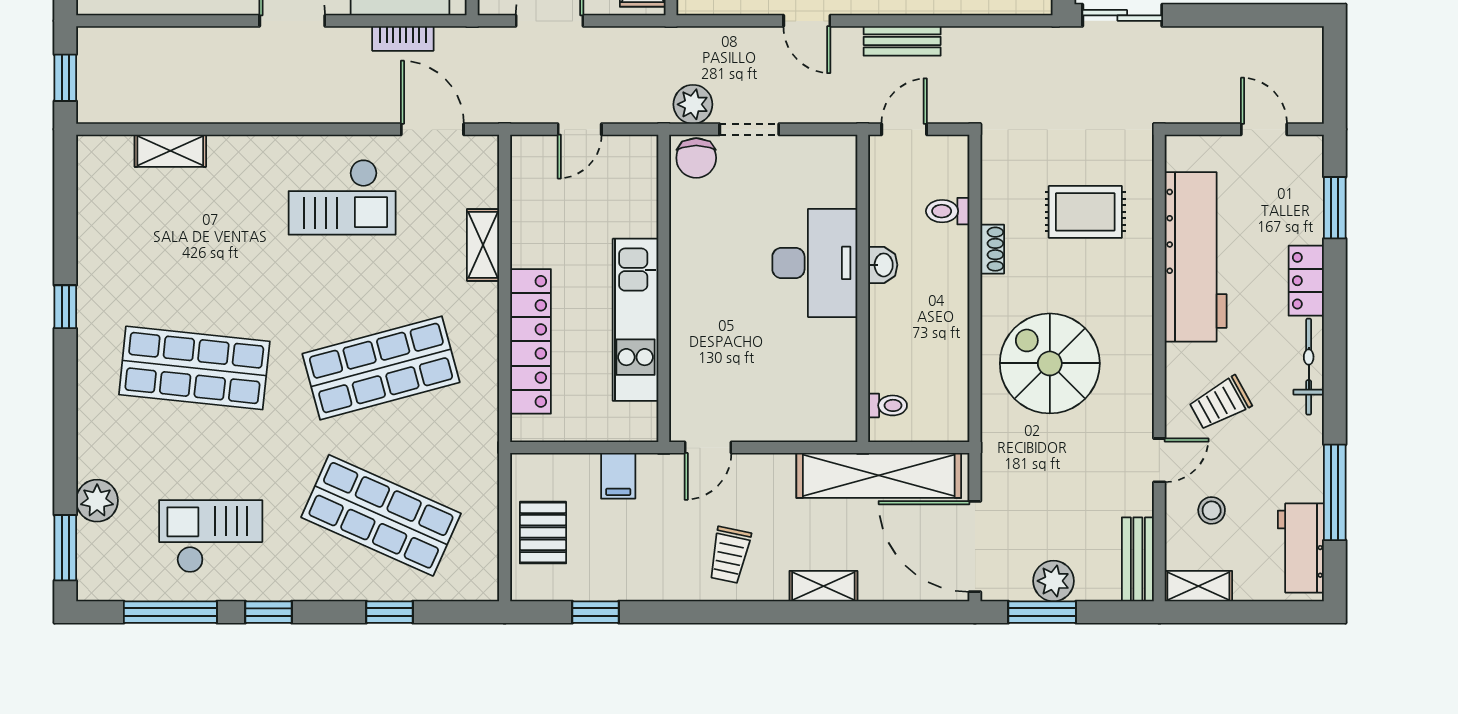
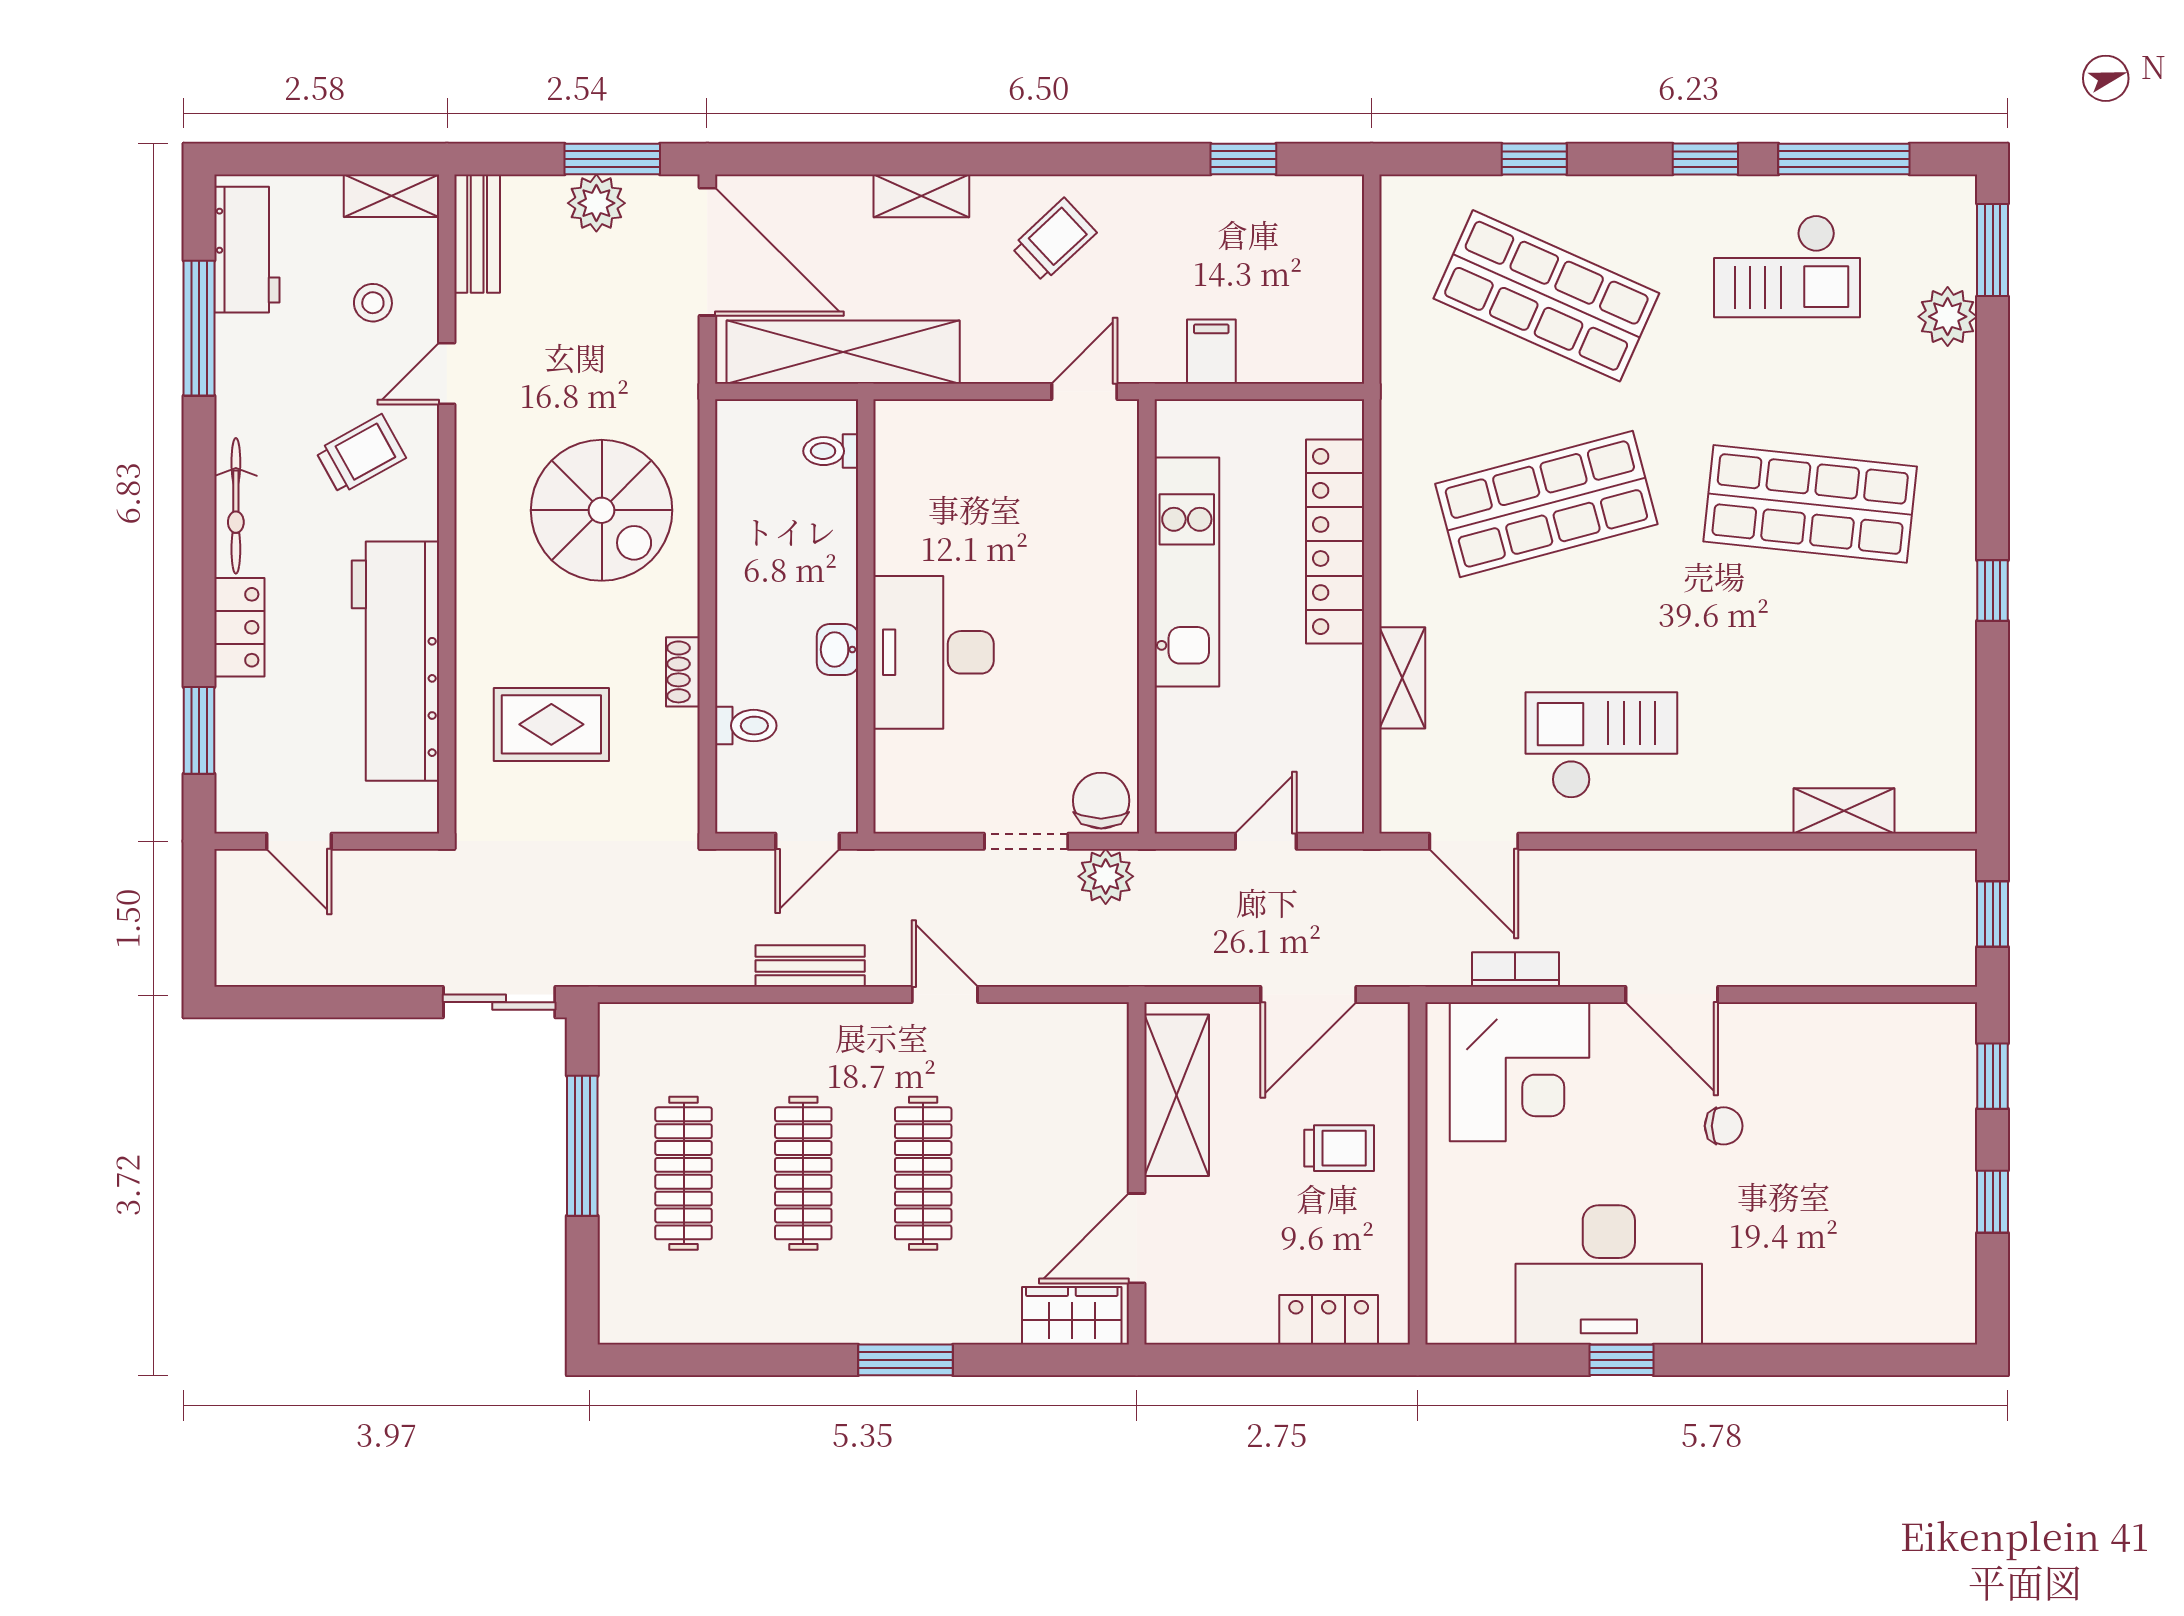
pallet: (543, 533) -> (1317, 271), removed
trolley: (730, 555) -> (1054, 240), turned 35

